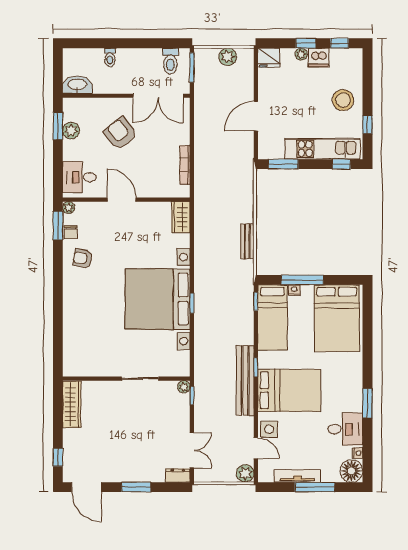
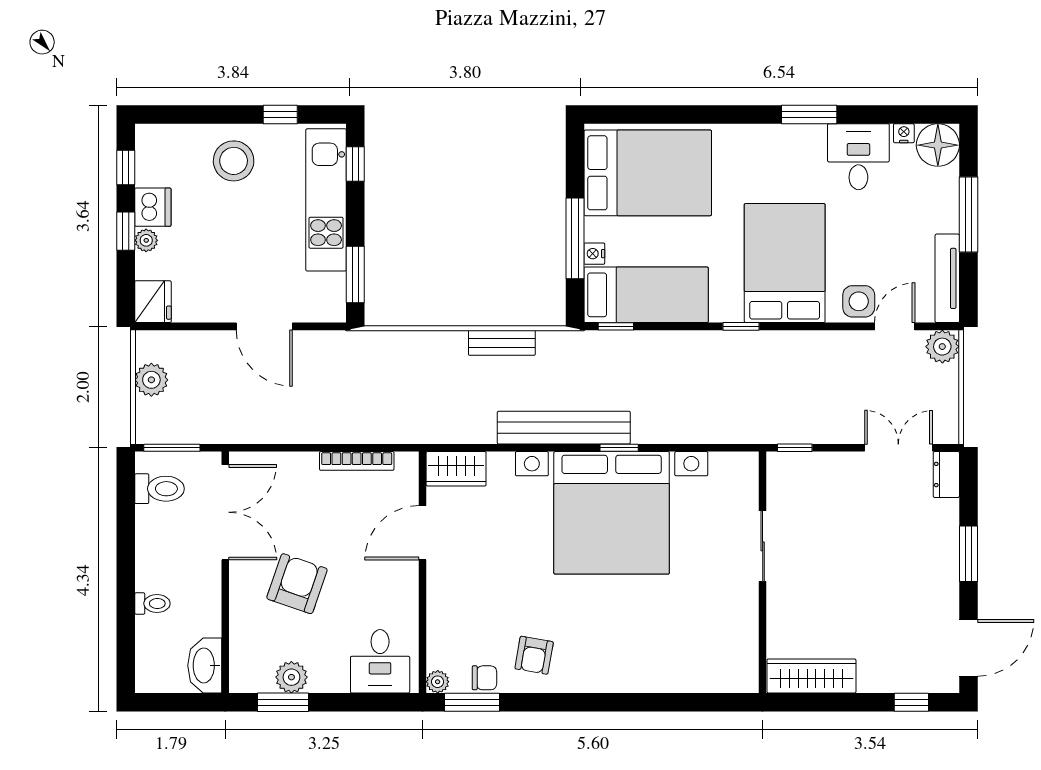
armchair: (120, 133) -> (297, 584), turned 147
door: (122, 200) -> (423, 533), moved
bench: (245, 381) -> (564, 428), moved
plant: (184, 387) -> (778, 463), removed
tv unit: (297, 476) -> (947, 278), moved

